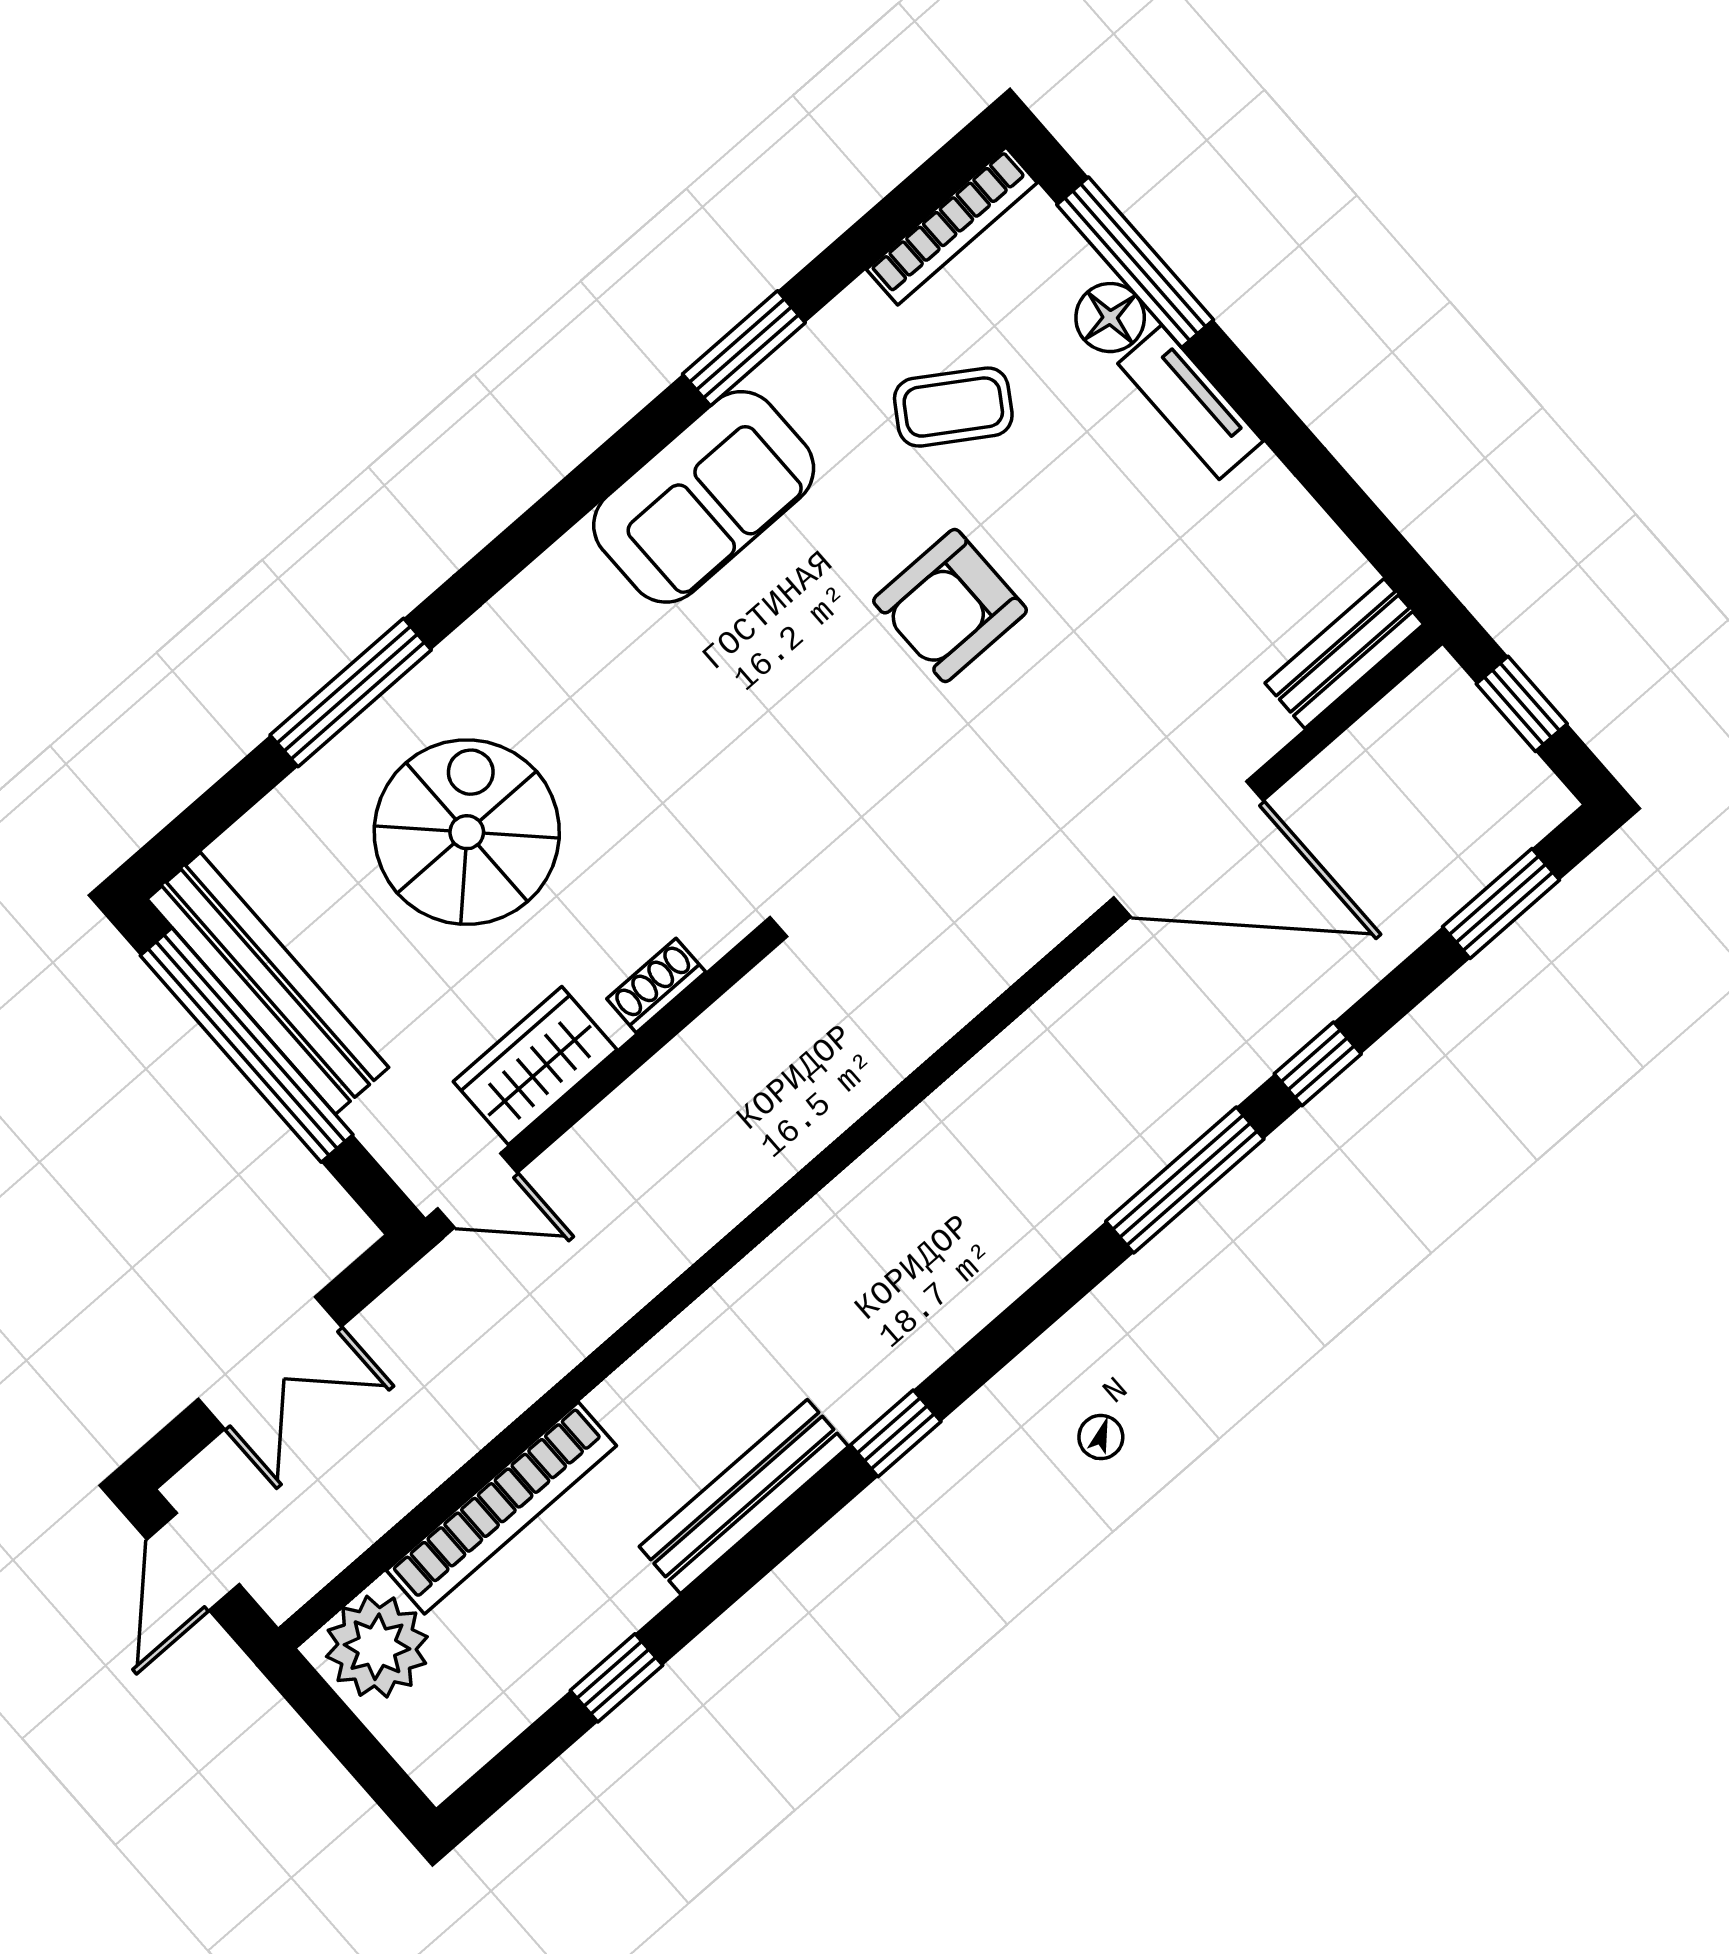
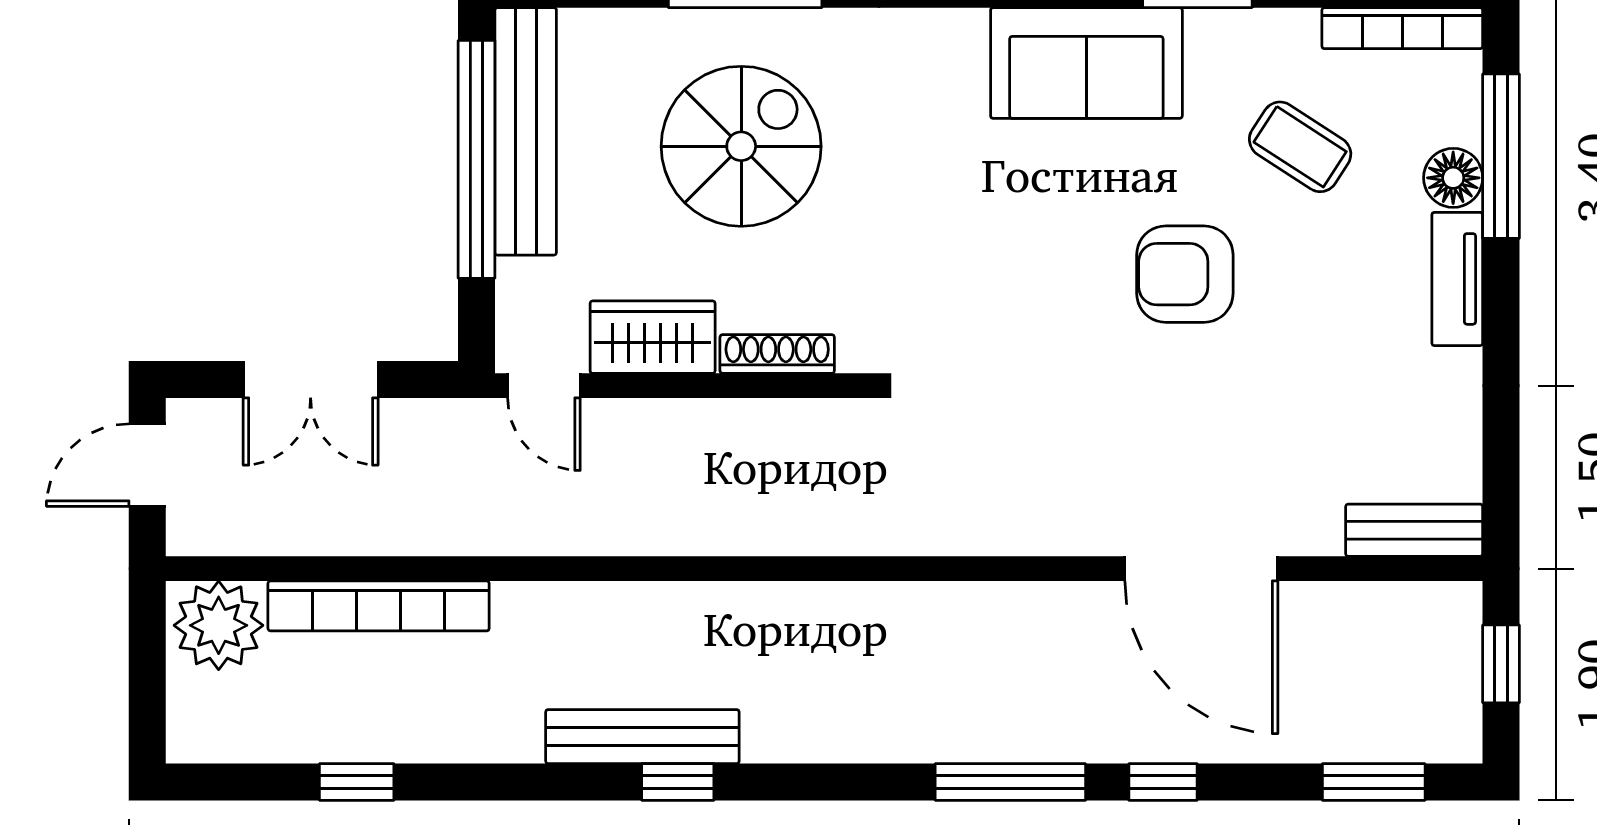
shoe rack: (656, 985) -> (777, 354), width x1.43
bench: (744, 1497) -> (642, 737), moved

